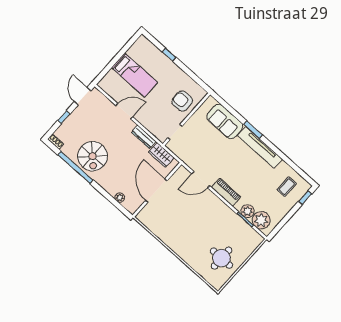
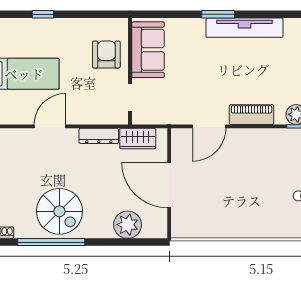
armchair: (182, 101) -> (106, 55), turned 90
sofa: (225, 121) -> (148, 50), moved, turned -90
plant: (120, 198) -> (128, 225), width x1.87, depth x1.87

